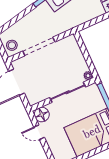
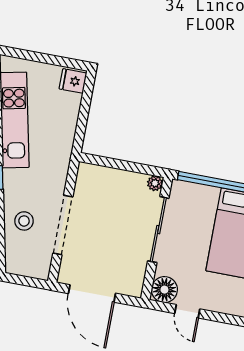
stool: (12, 45) -> (24, 221), moved
door: (39, 132) -> (187, 311), hinge flipped

